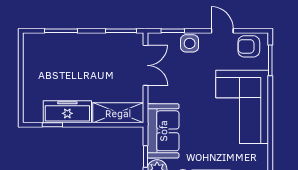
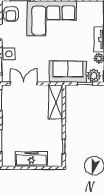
freezer: (67, 112) -> (31, 159), moved, turned 90

